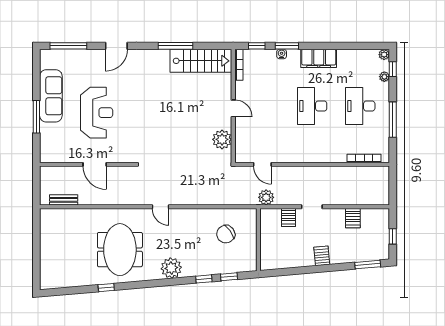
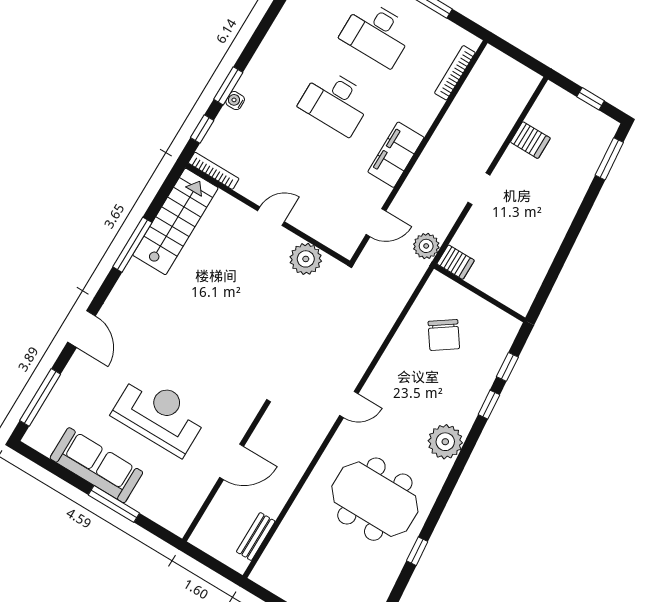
filing cabinet: (319, 58) -> (396, 155), moved, turned 180
server rack: (289, 218) -> (456, 262), moved
server rack: (322, 256) -> (557, 217), removed

